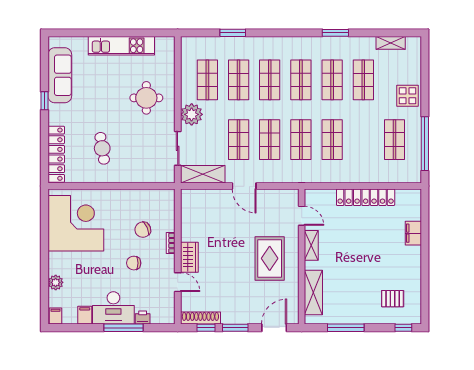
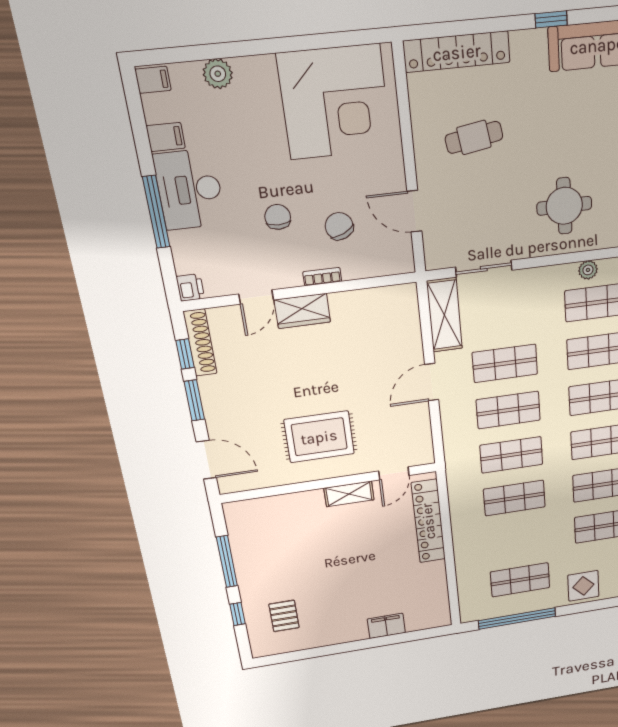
plant: (192, 114) -> (588, 270), moved, width x0.53, depth x0.53
door: (139, 186) -> (414, 211), added
locker: (366, 197) -> (428, 521), moved
shelving: (313, 292) -> (275, 508), removed
printer: (143, 318) -> (190, 287), moved
window: (403, 328) -> (238, 614), moved

